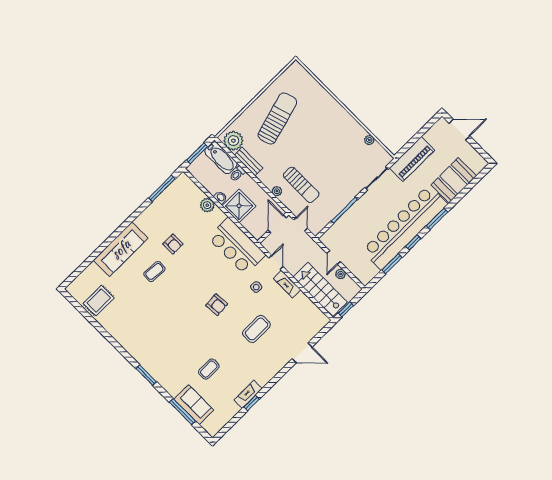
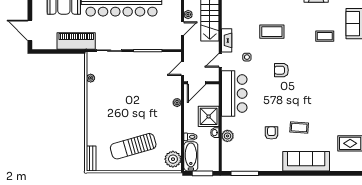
bench: (248, 162) -> (91, 159), moved
sun lounger: (301, 185) -> (159, 92), removed
armchair: (217, 305) -> (281, 70), turned -86

